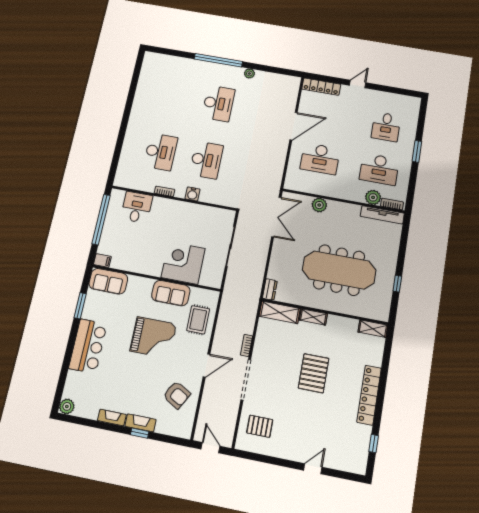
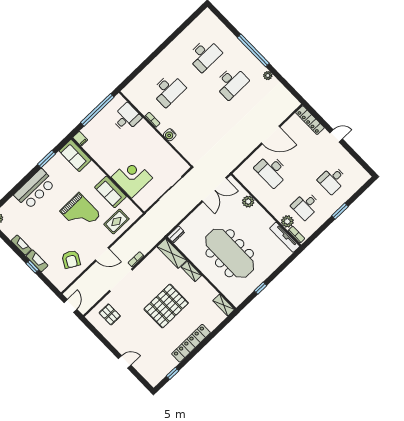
desk: (206, 160) -> (204, 55), moved
desk: (379, 169) -> (306, 205), width x0.73
pallet: (314, 373) -> (166, 306), width x1.37, depth x1.41

